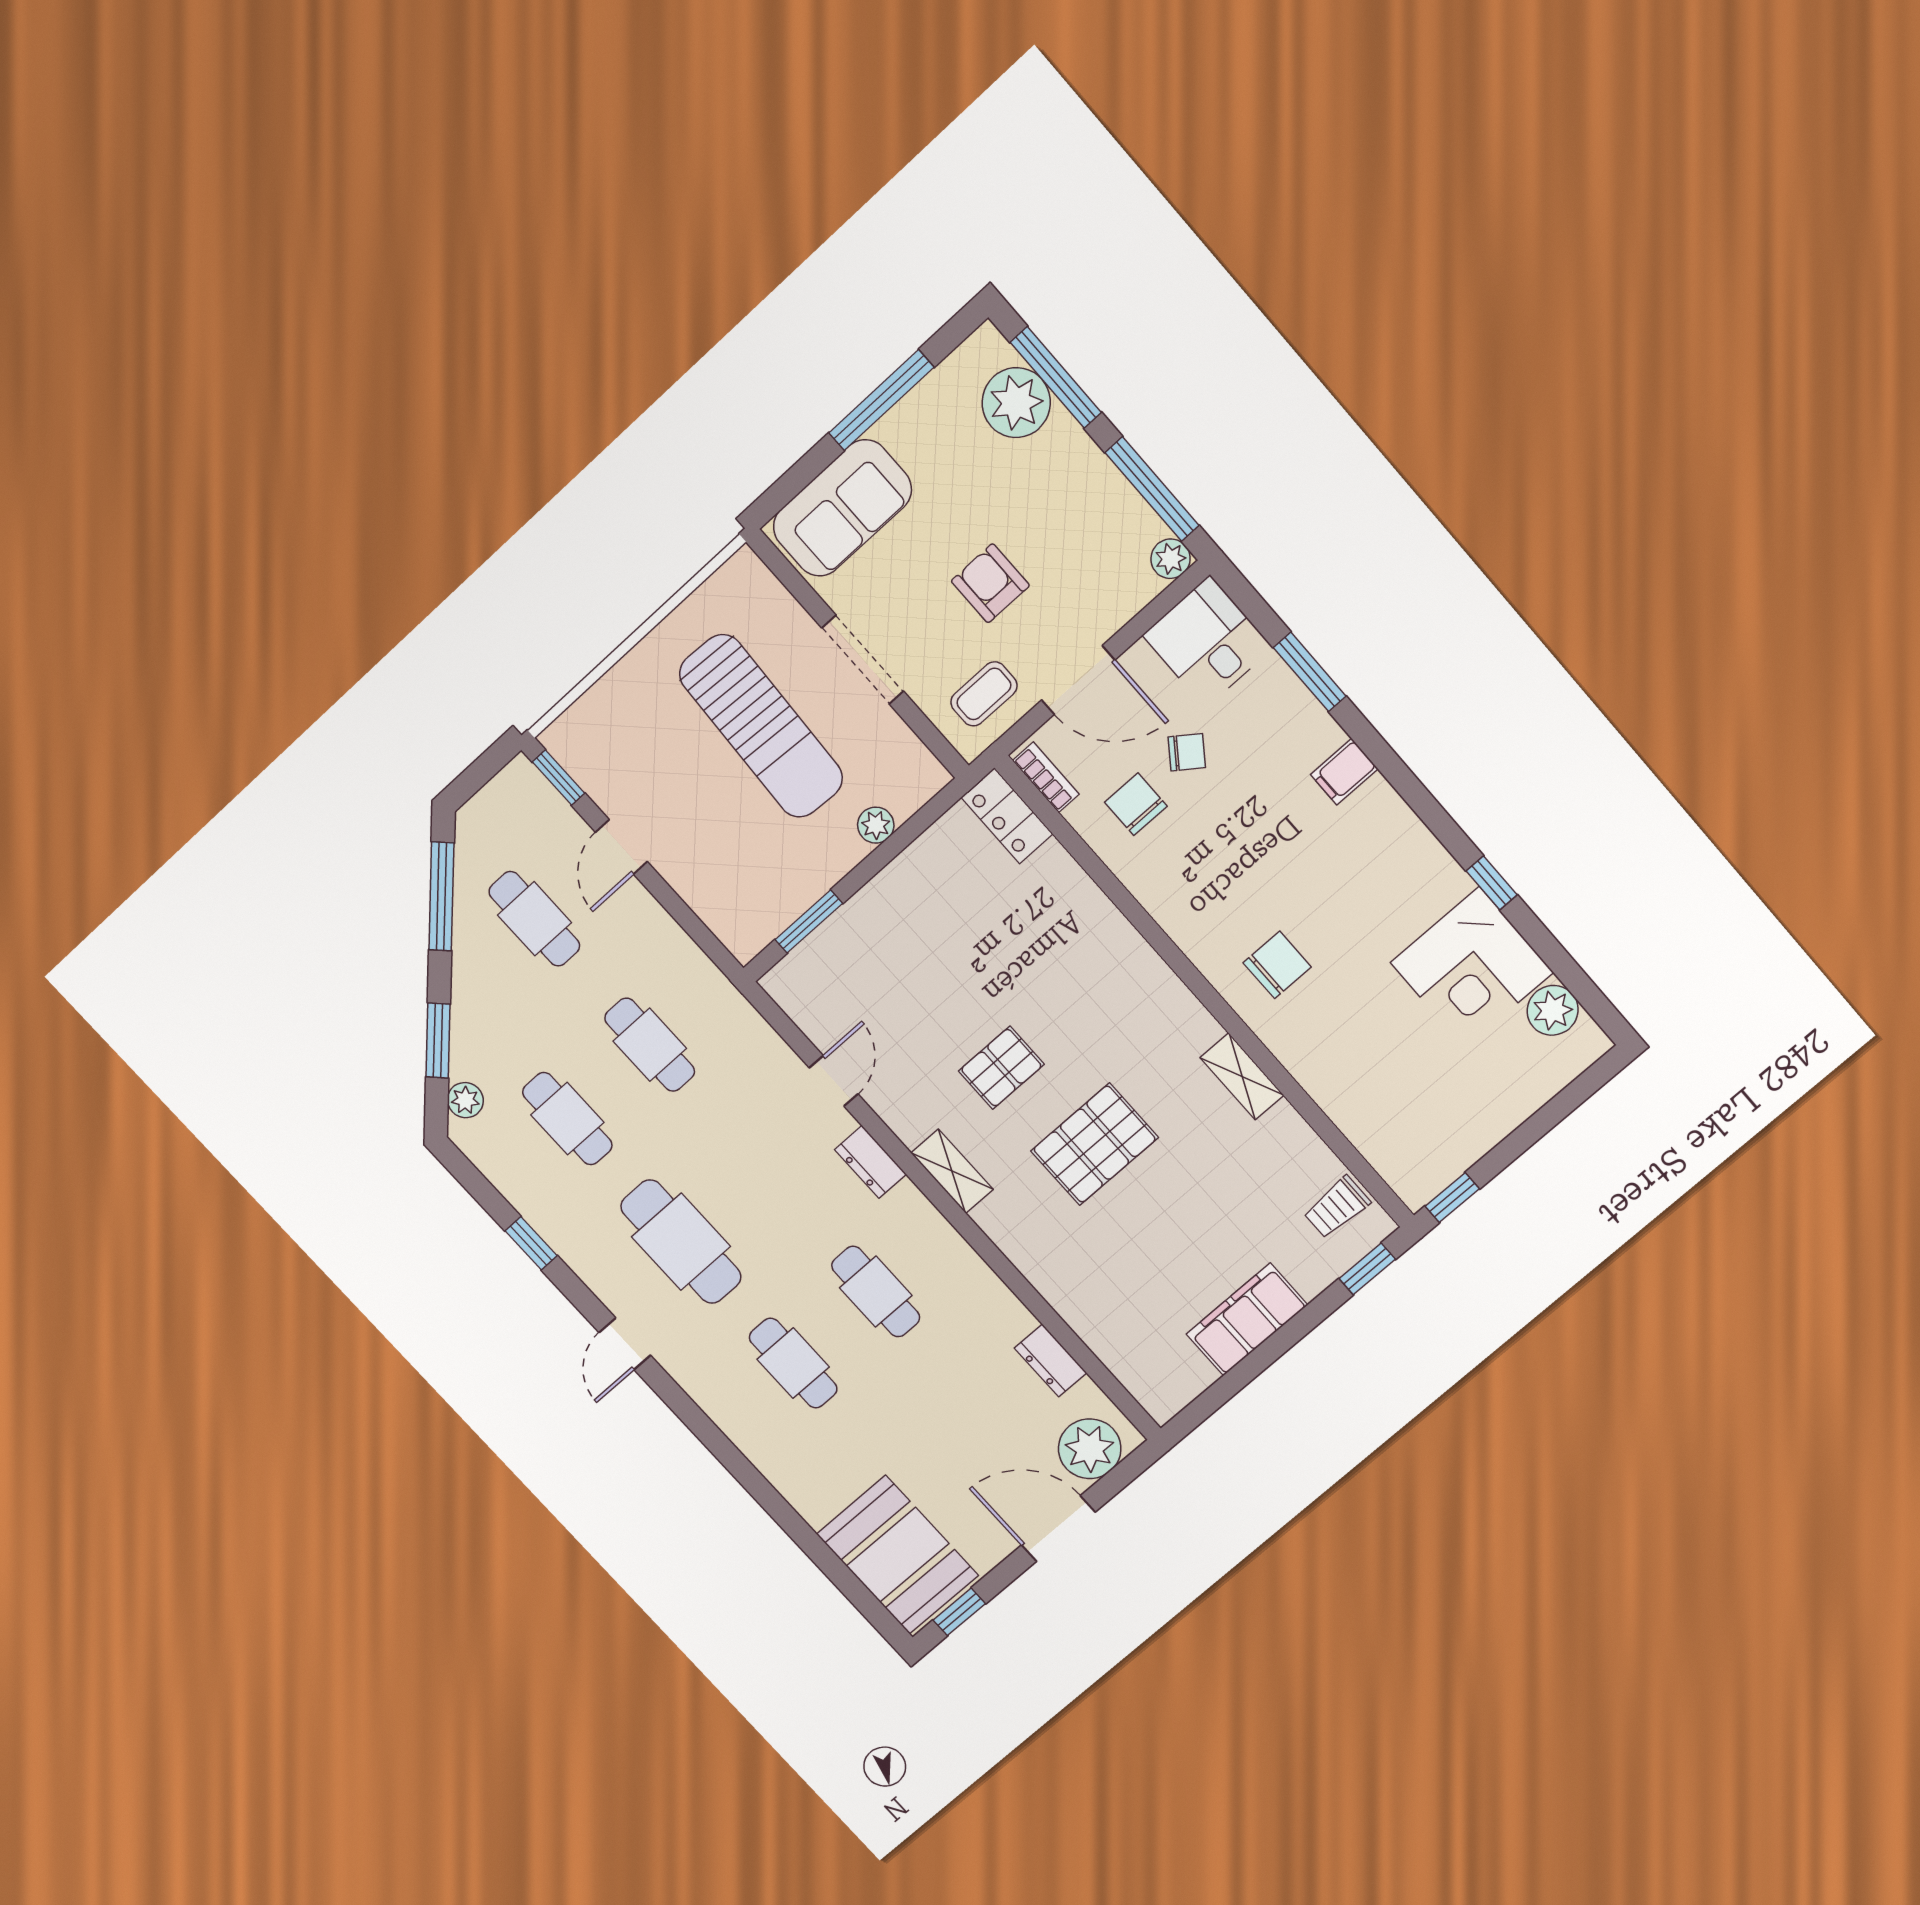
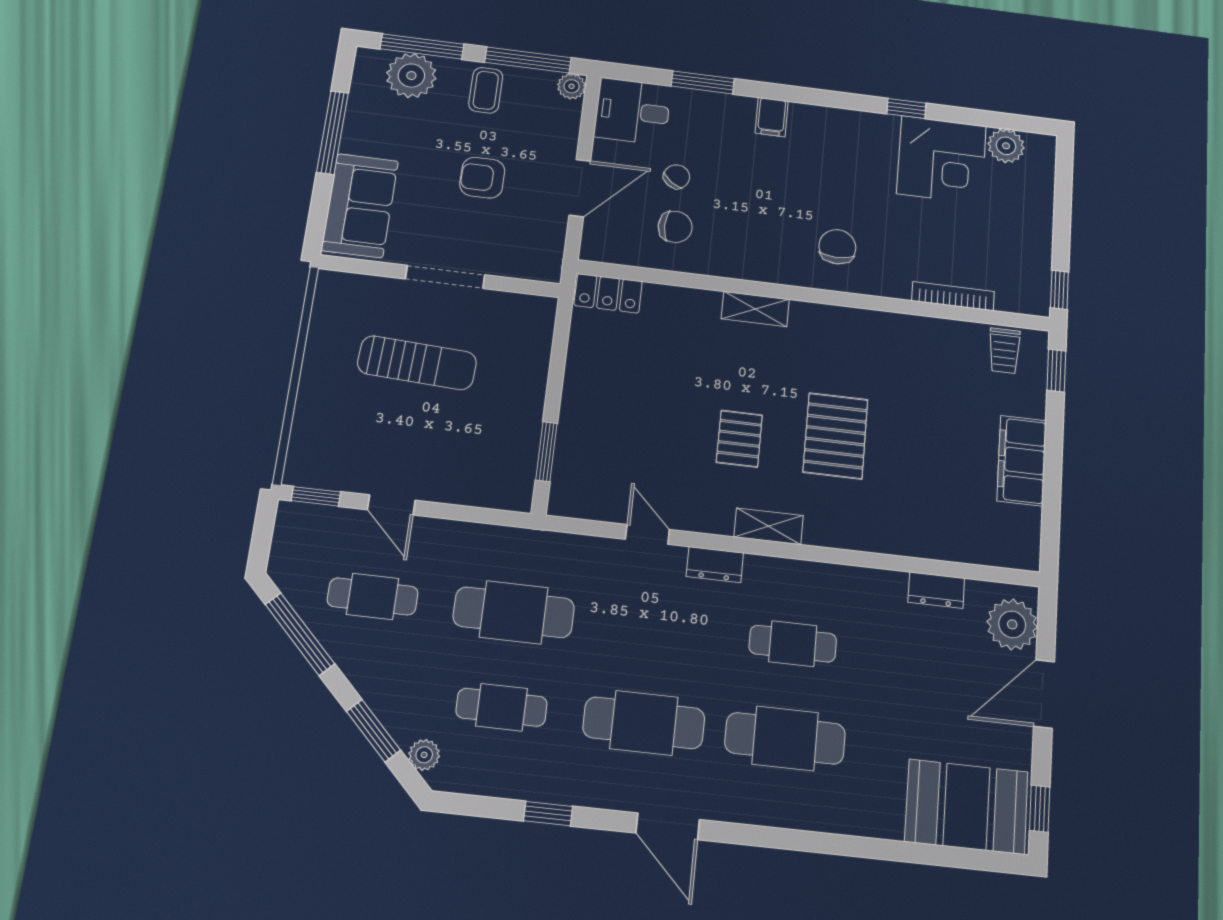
coffee table: (984, 694) -> (486, 90), moved
sun lounger: (761, 726) -> (417, 363), width x0.73, depth x0.75
bookcase: (1046, 777) -> (953, 296), moved, width x1.56
chair: (1136, 804) -> (675, 227), turned 180
plant: (876, 825) -> (536, 362), removed
cafe table: (650, 1045) -> (514, 612), width x1.37, depth x1.35
shelving: (1242, 1076) -> (755, 309), moved
door: (625, 1344) -> (668, 826), width x1.38
cafe table: (793, 1363) -> (785, 738), width x1.37, depth x1.35

